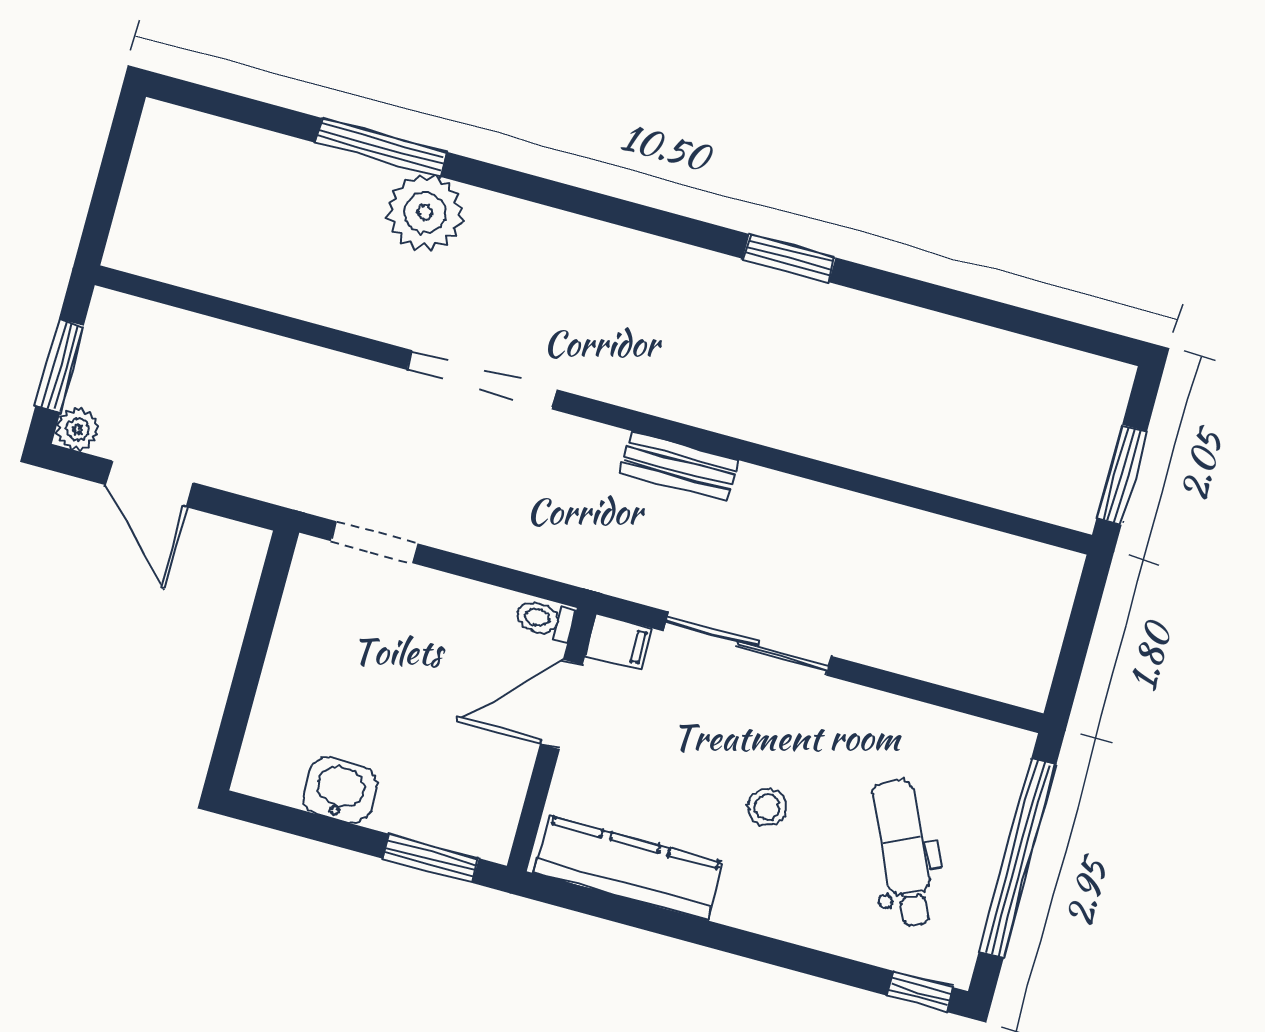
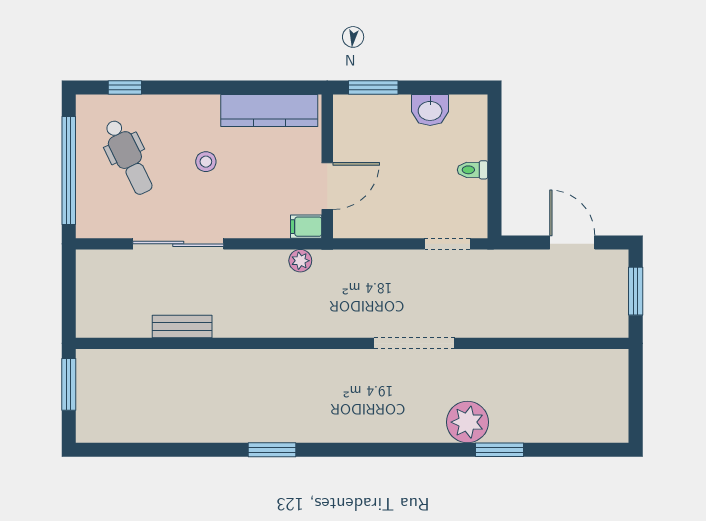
window: (381, 147) -> (500, 450), width x0.69
plant: (77, 429) -> (300, 261), moved
bench: (679, 466) -> (182, 326), moved
toilet: (545, 619) -> (473, 170), moved, turned 180
sliding door: (747, 644) -> (178, 244), moved
window: (920, 991) -> (125, 88), moved

